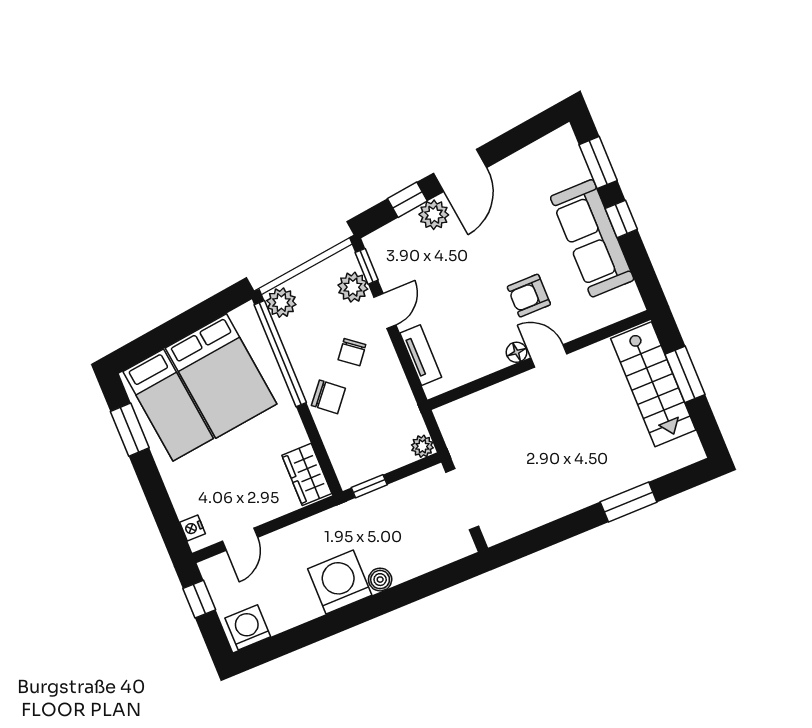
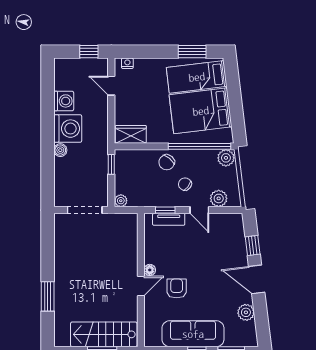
plant: (434, 215) -> (246, 312), moved
window: (367, 266) -> (165, 210), moved
washing machine: (248, 627) -> (64, 101), moved

